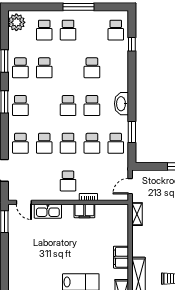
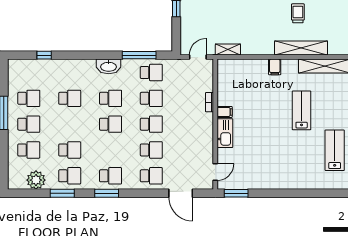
plant: (16, 22) -> (36, 180), moved
school desk: (116, 30) -> (29, 98), moved
window: (132, 132) -> (139, 55), width x1.44
school desk: (68, 181) -> (192, 124), removed
door: (130, 186) -> (198, 57), swing flipped
kitchen sink: (48, 211) -> (225, 133), moved
filing cabinet: (84, 211) -> (225, 112), width x0.50
filing cabinet: (121, 257) -> (275, 67), width x0.50

